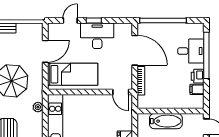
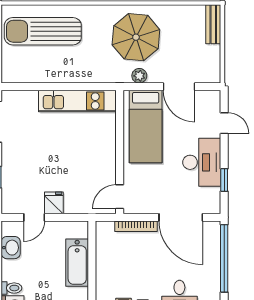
window: (94, 20) -> (224, 180), moved
door: (135, 50) -> (181, 217), hinge flipped
plant: (38, 107) -> (139, 76), moved

